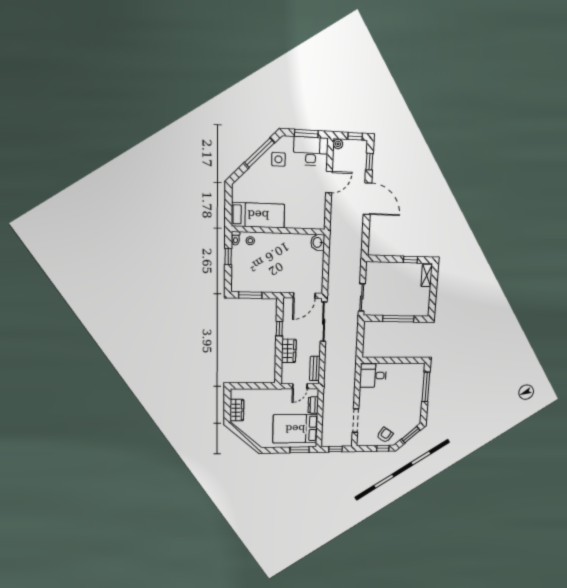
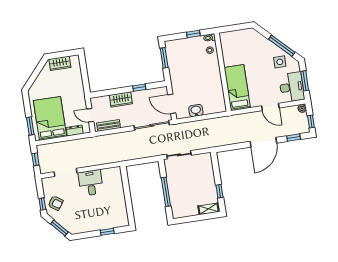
bed: (258, 215) -> (237, 88), moved, turned 180
washbasin: (318, 242) -> (196, 111), moved
desk: (373, 375) -> (91, 183), moved
window: (426, 387) -> (107, 232), width x0.46

